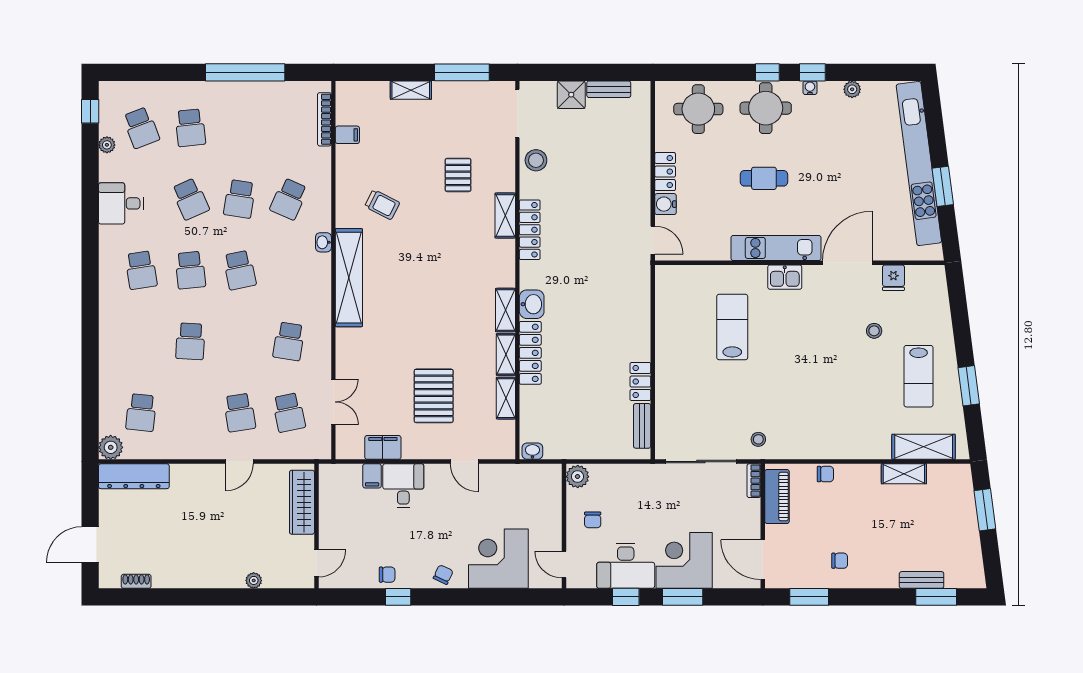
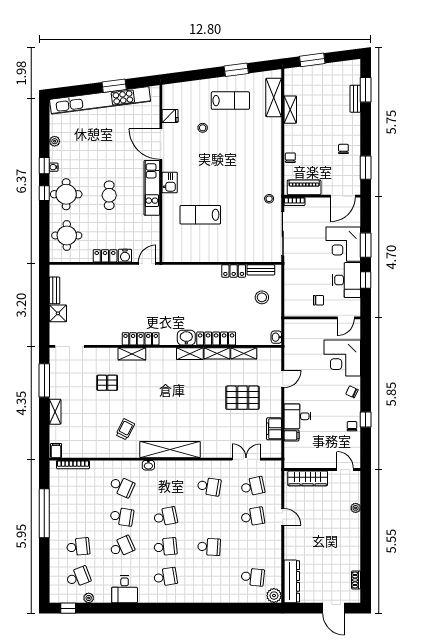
filing cabinet: (347, 135) -> (56, 451), moved
stool: (536, 160) -> (262, 297), moved
plant: (578, 477) -> (292, 310), removed

